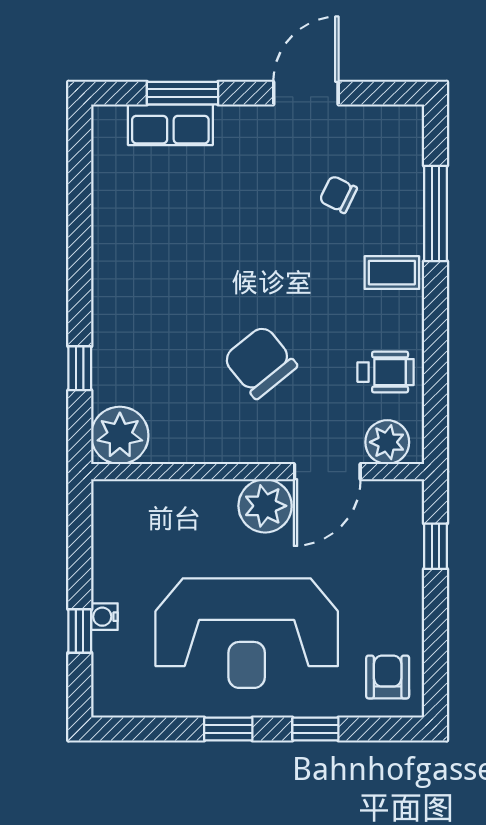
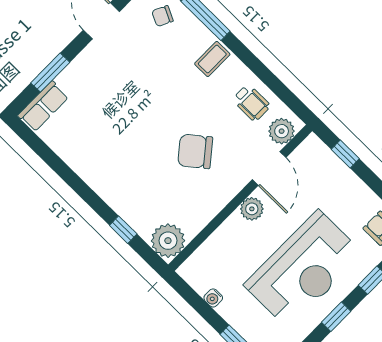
row of seats: (170, 125) -> (43, 106), moved
chair: (338, 194) -> (162, 16), moved
wheelchair: (386, 372) -> (251, 103), turned 90
plant: (265, 506) -> (252, 209), width x0.73, depth x0.73
water cooler: (104, 617) -> (213, 298), moved

